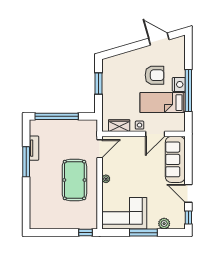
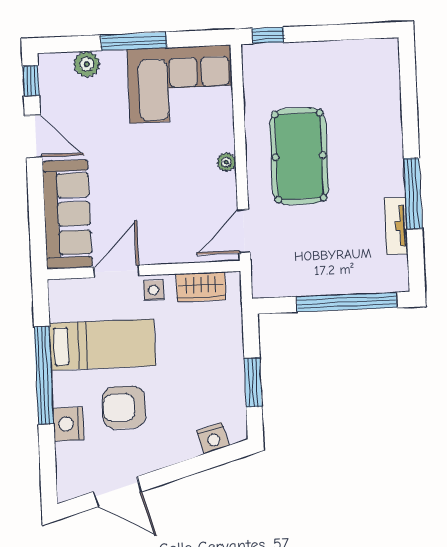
nightstand: (117, 60) -> (213, 438), added
nightstand: (179, 84) -> (68, 424), moved

